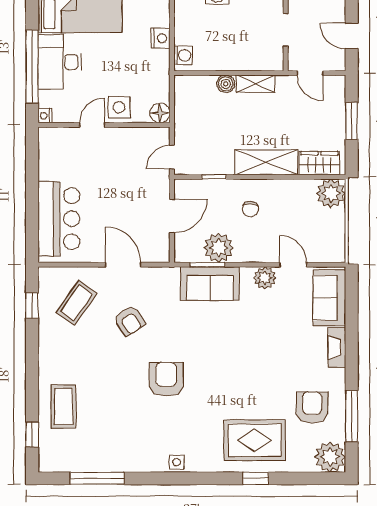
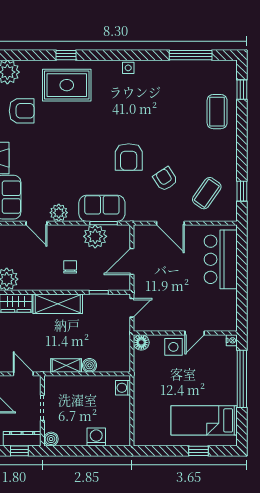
nightstand: (161, 38) -> (141, 401), removed
desk: (60, 62) -> (220, 383), removed
armchair: (166, 379) -> (129, 157), moved
armchair: (312, 408) -> (22, 111), turned -90

